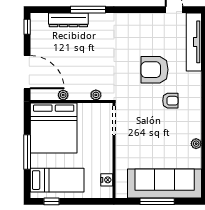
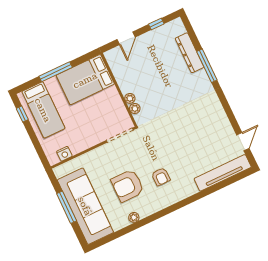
window: (27, 27) -> (156, 24), moved
armchair: (155, 70) -> (128, 186), moved, turned -90
door: (27, 72) -> (126, 38), width x0.53
plant: (63, 95) -> (130, 98), moved
bed: (54, 128) -> (85, 80), width x0.73

